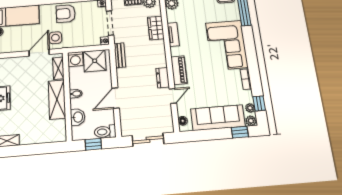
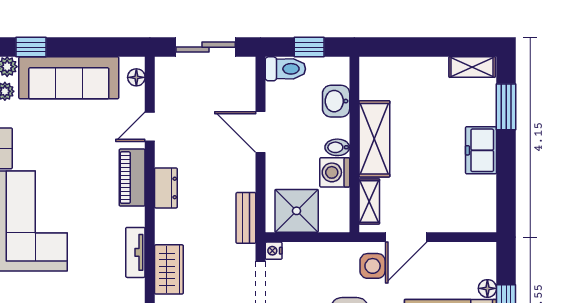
washing machine: (75, 59) -> (335, 172), moved, turned -90
dresser: (163, 78) -> (166, 188), moved
door: (116, 98) -> (261, 132), swing flipped

